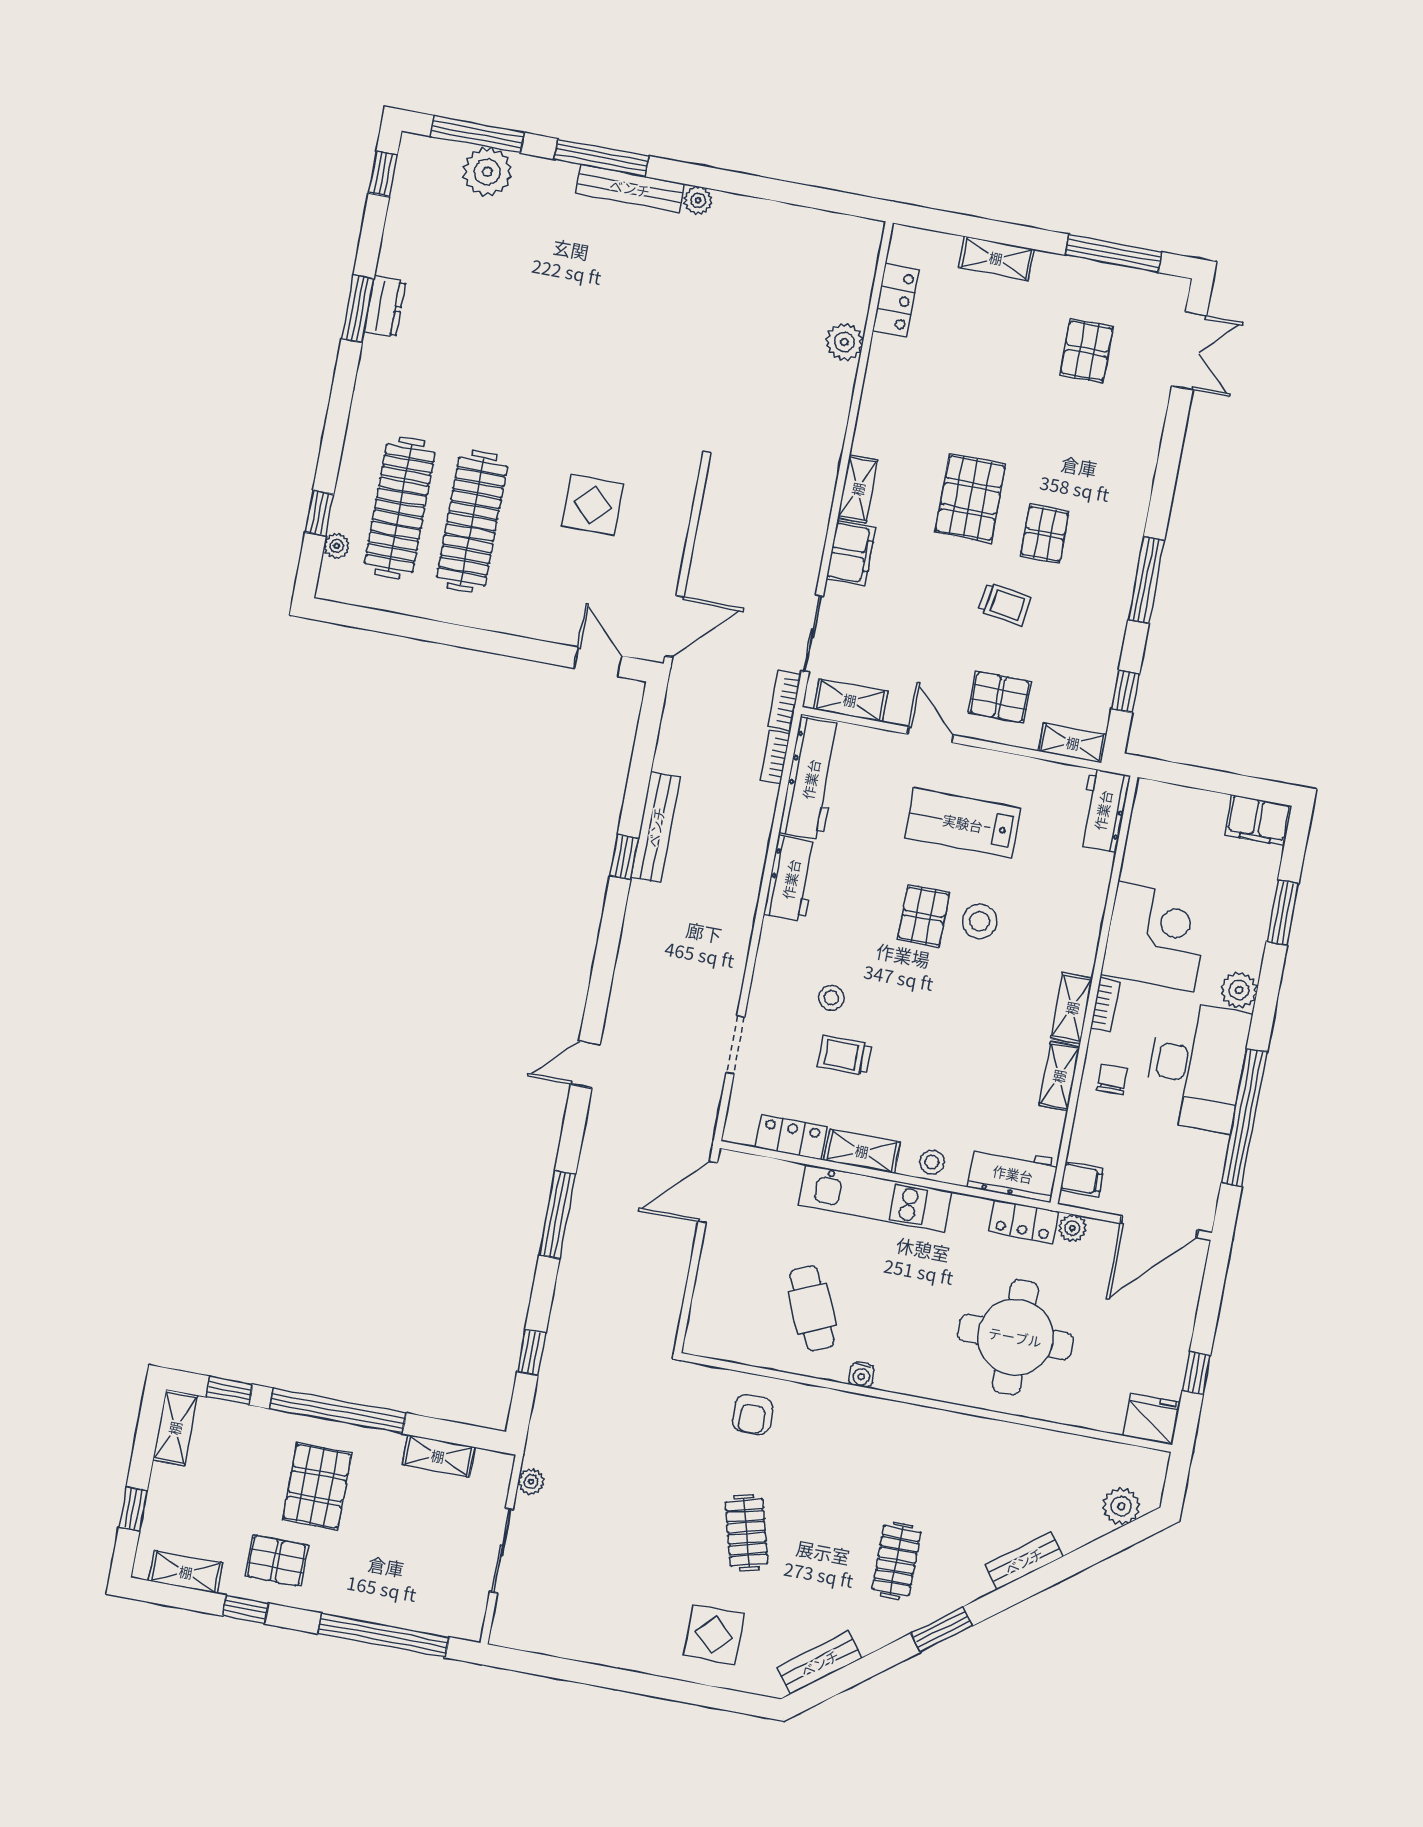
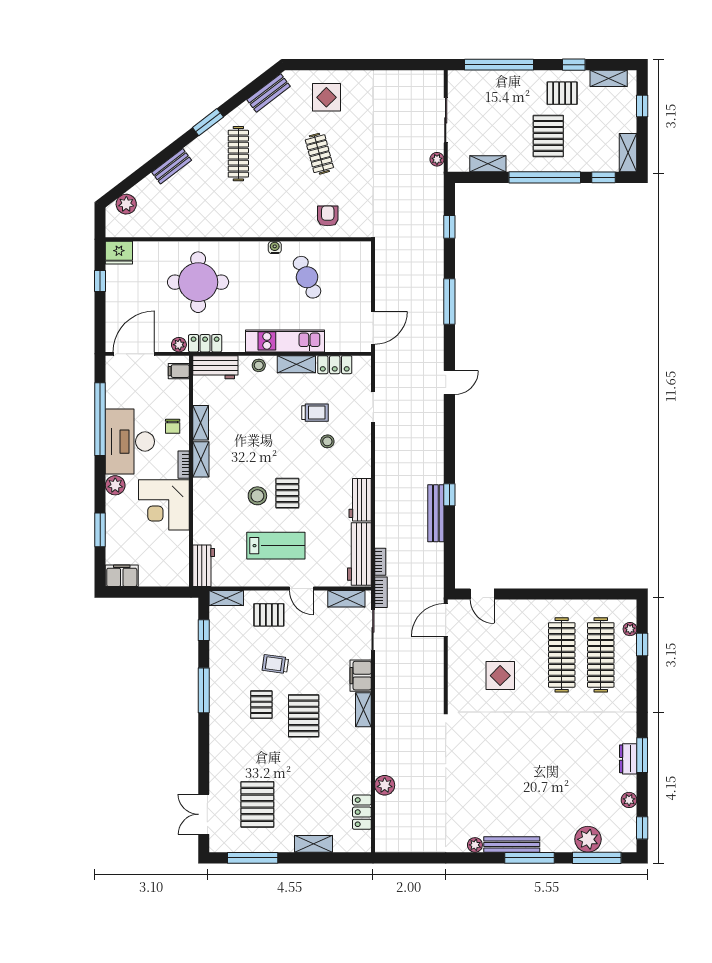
plant: (398, 230) -> (629, 800), added
pallet: (1087, 351) -> (257, 804), width x1.50, depth x1.42
clothes rail: (897, 1561) -> (238, 154), width x1.36

